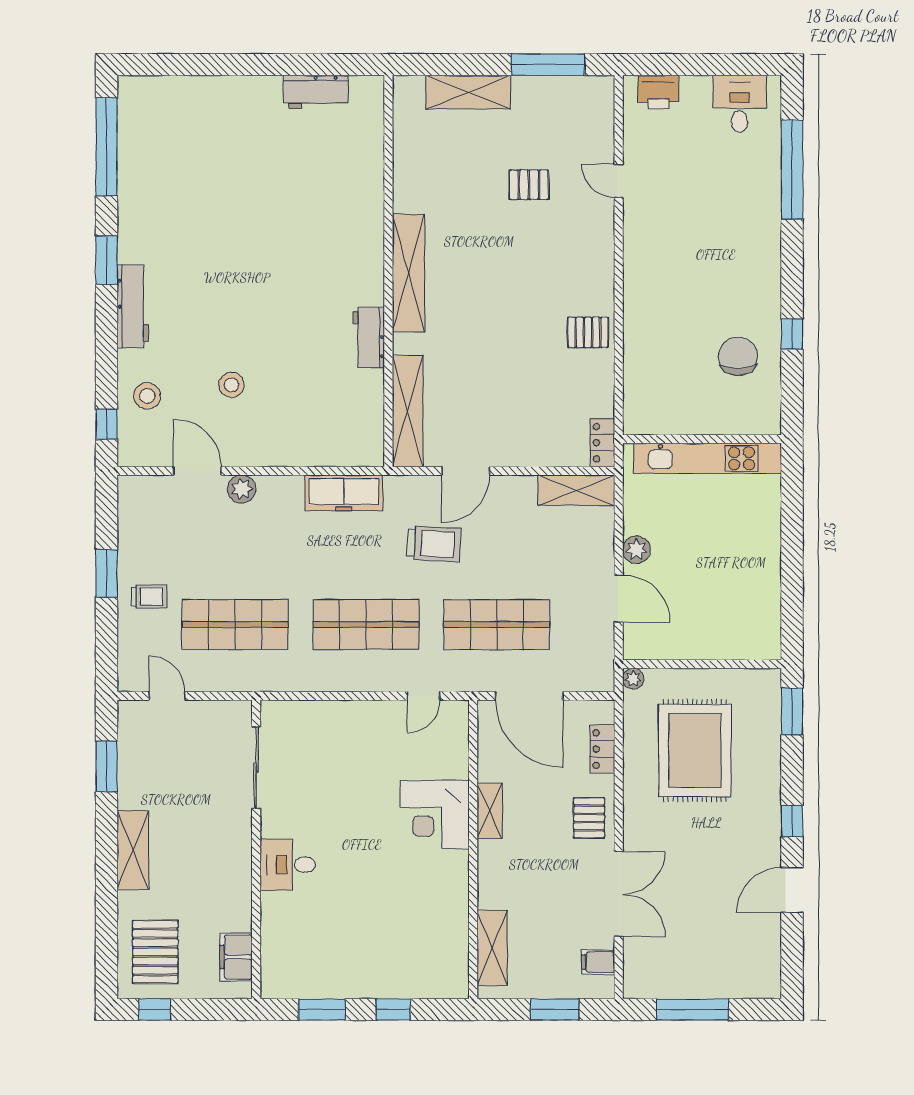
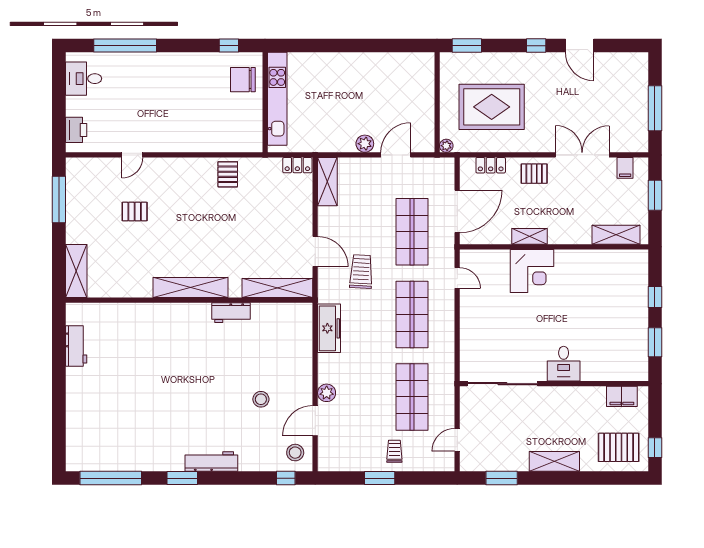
shelving: (468, 92) -> (76, 271), moved
pallet: (529, 185) -> (135, 212), turned 90
stool: (147, 396) -> (295, 453), moved
wall: (702, 439) -> (265, 102), moved
kitchen unit: (708, 458) -> (277, 99), moved
sliding door: (256, 768) -> (502, 384), width x1.36

